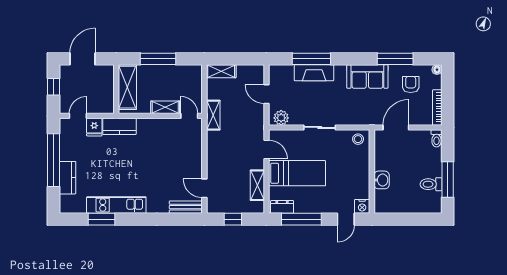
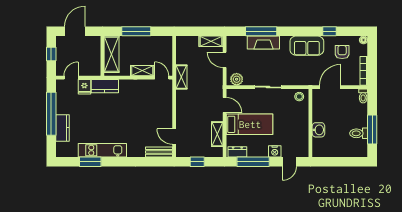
window: (395, 59) -> (329, 31), width x0.46
shelving: (221, 71) -> (211, 41), moved
nightstand: (362, 206) -> (275, 151), moved

